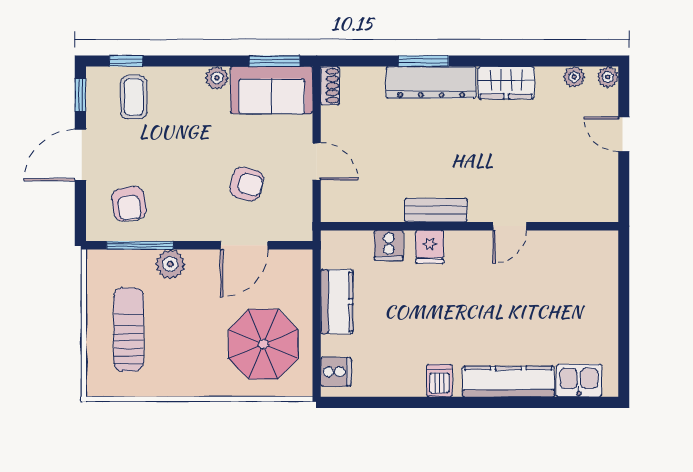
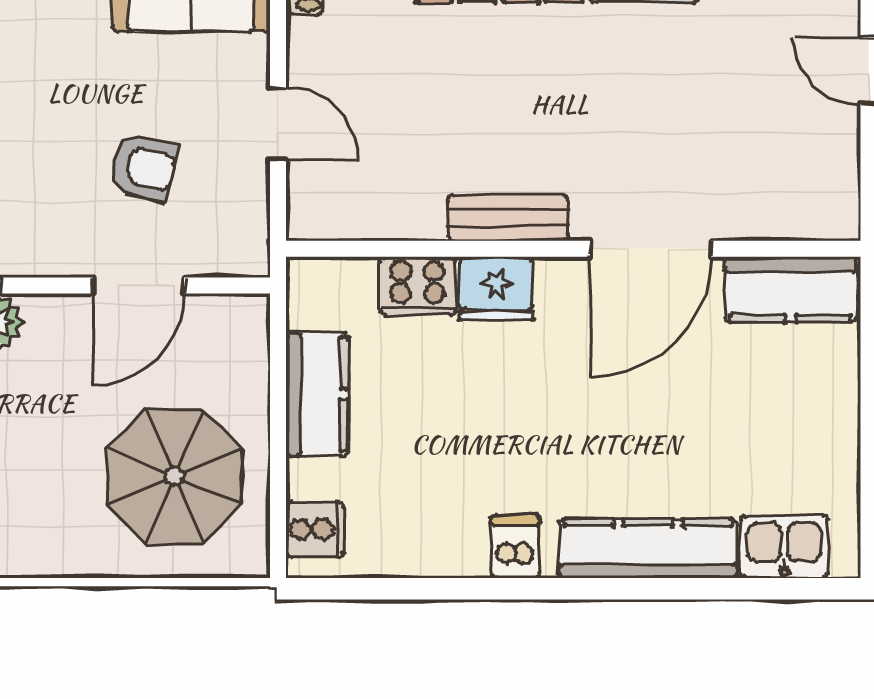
door: (510, 226) -> (651, 249), width x1.88
cooker: (389, 245) -> (417, 286), width x1.36
fridge: (430, 247) -> (496, 288), width x1.38
kitchen counter: (582, 247) -> (791, 290), added

